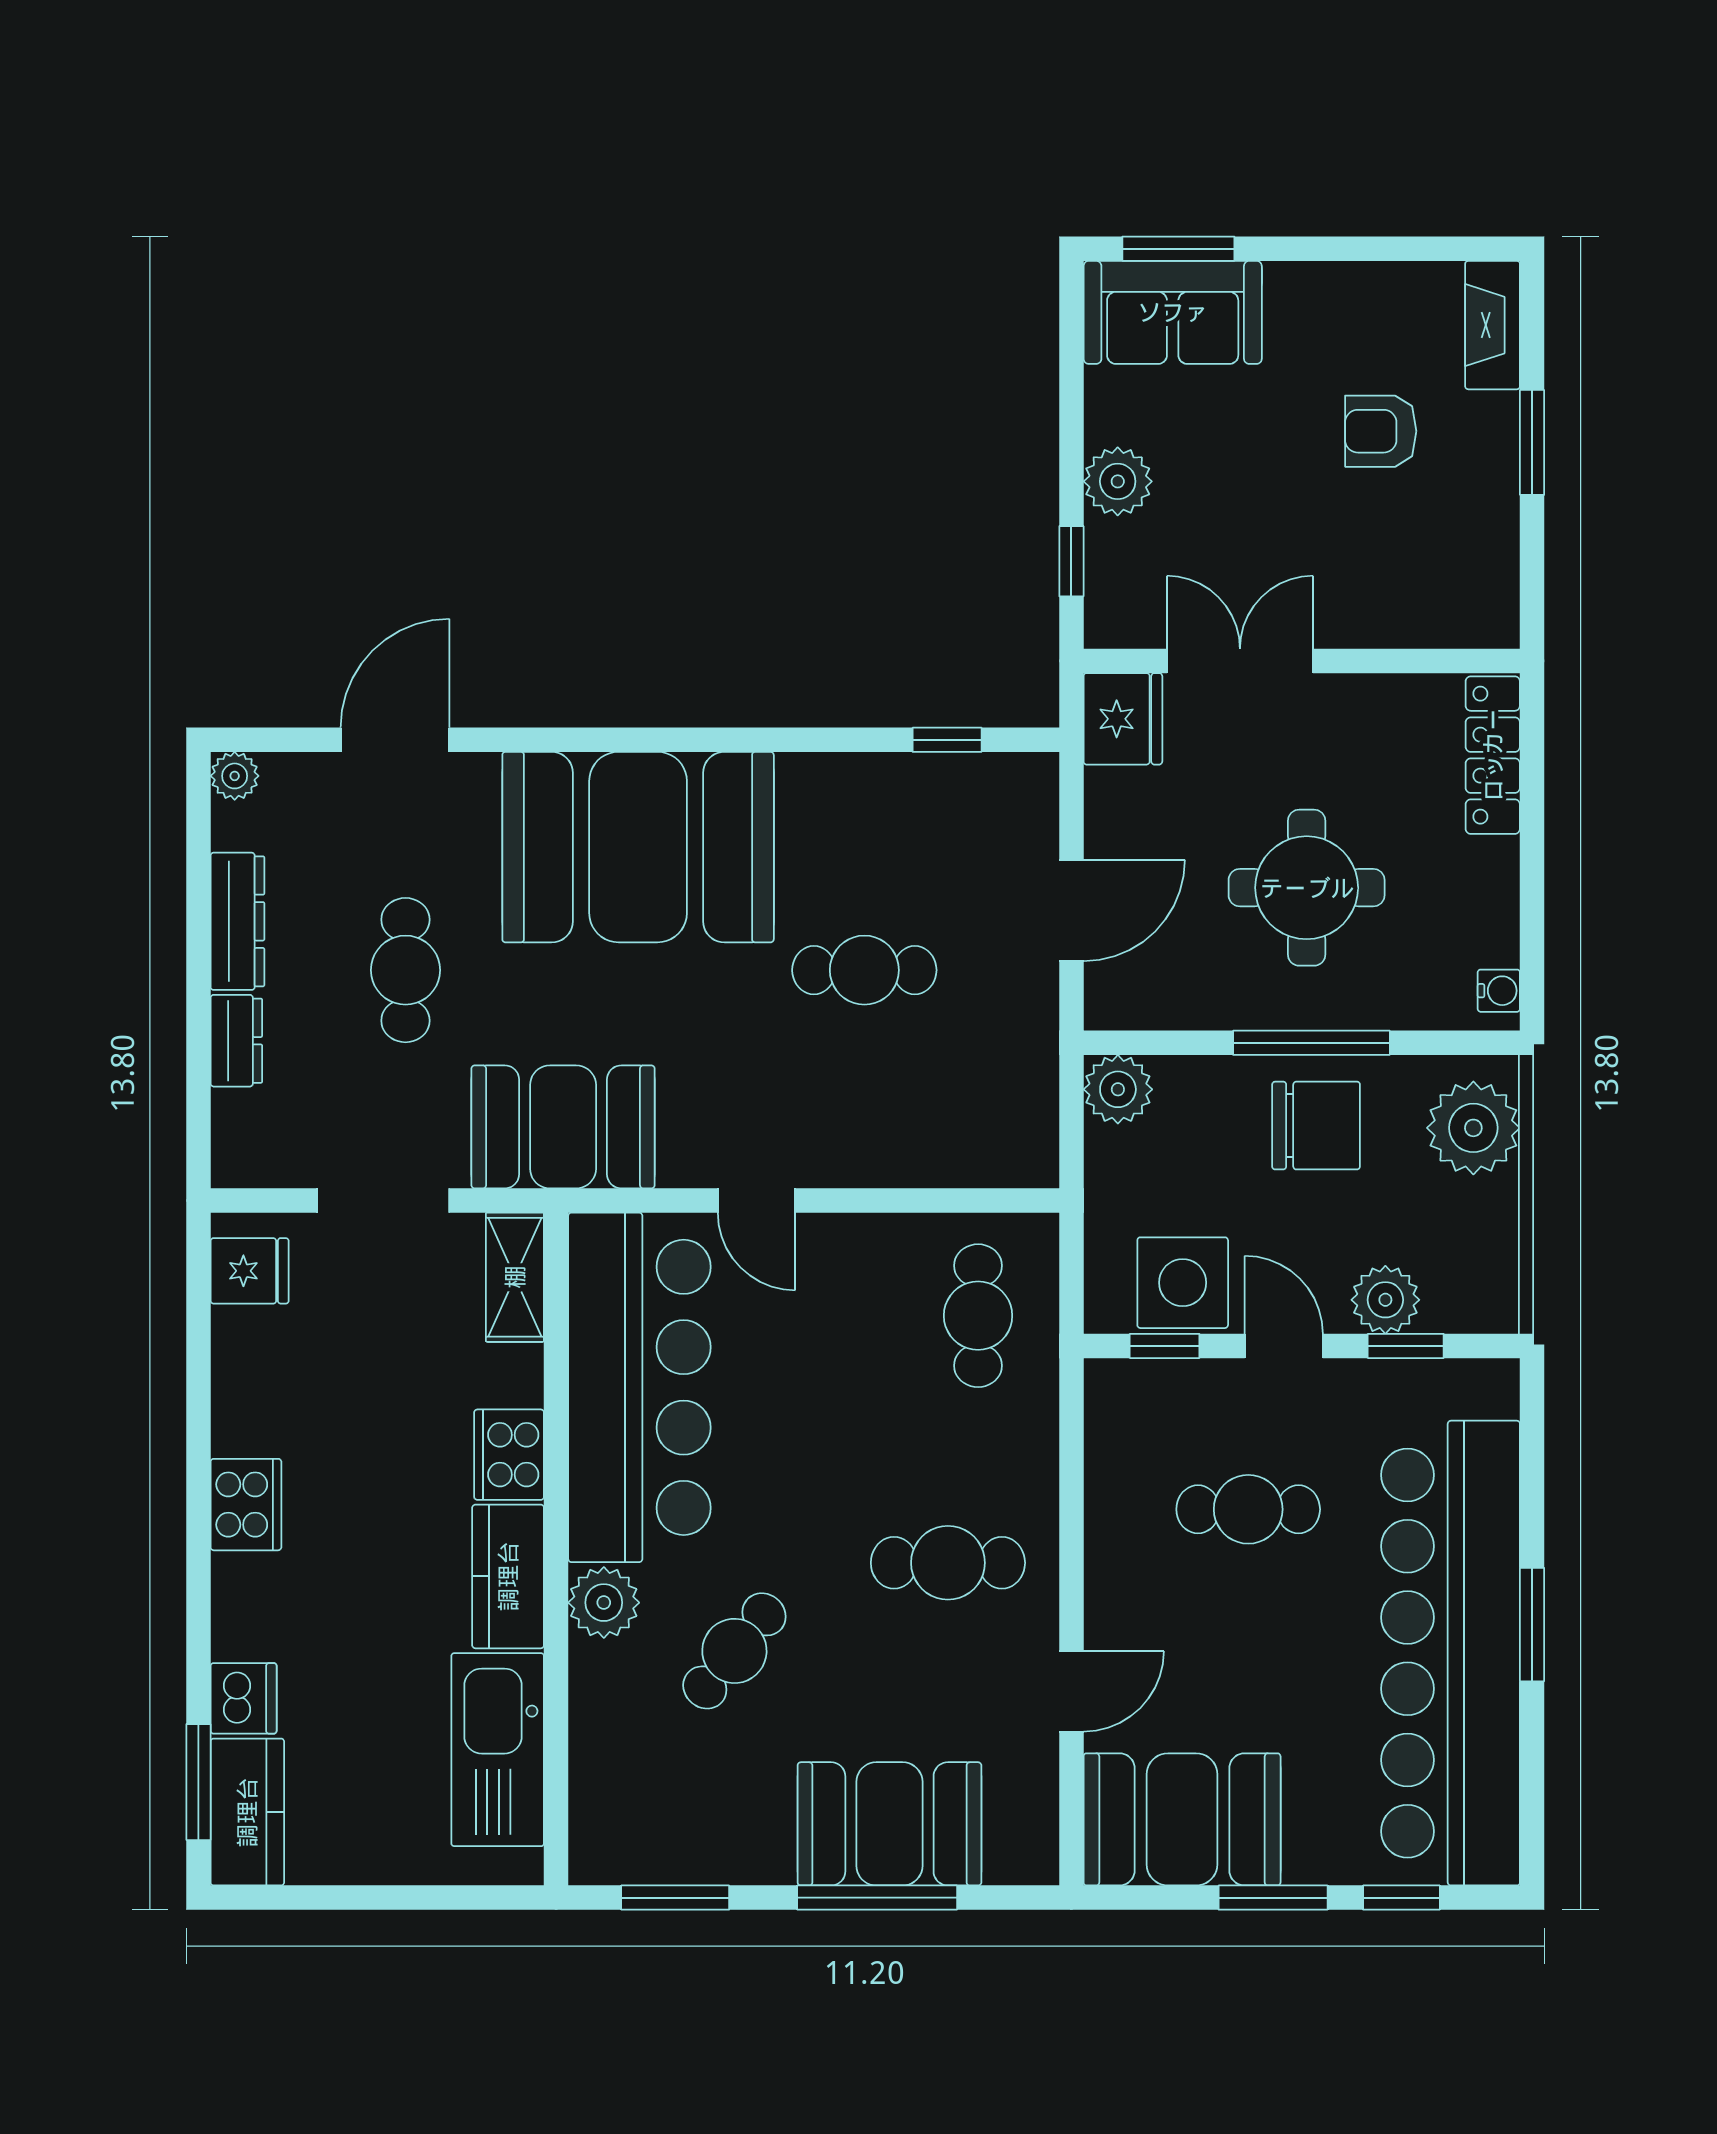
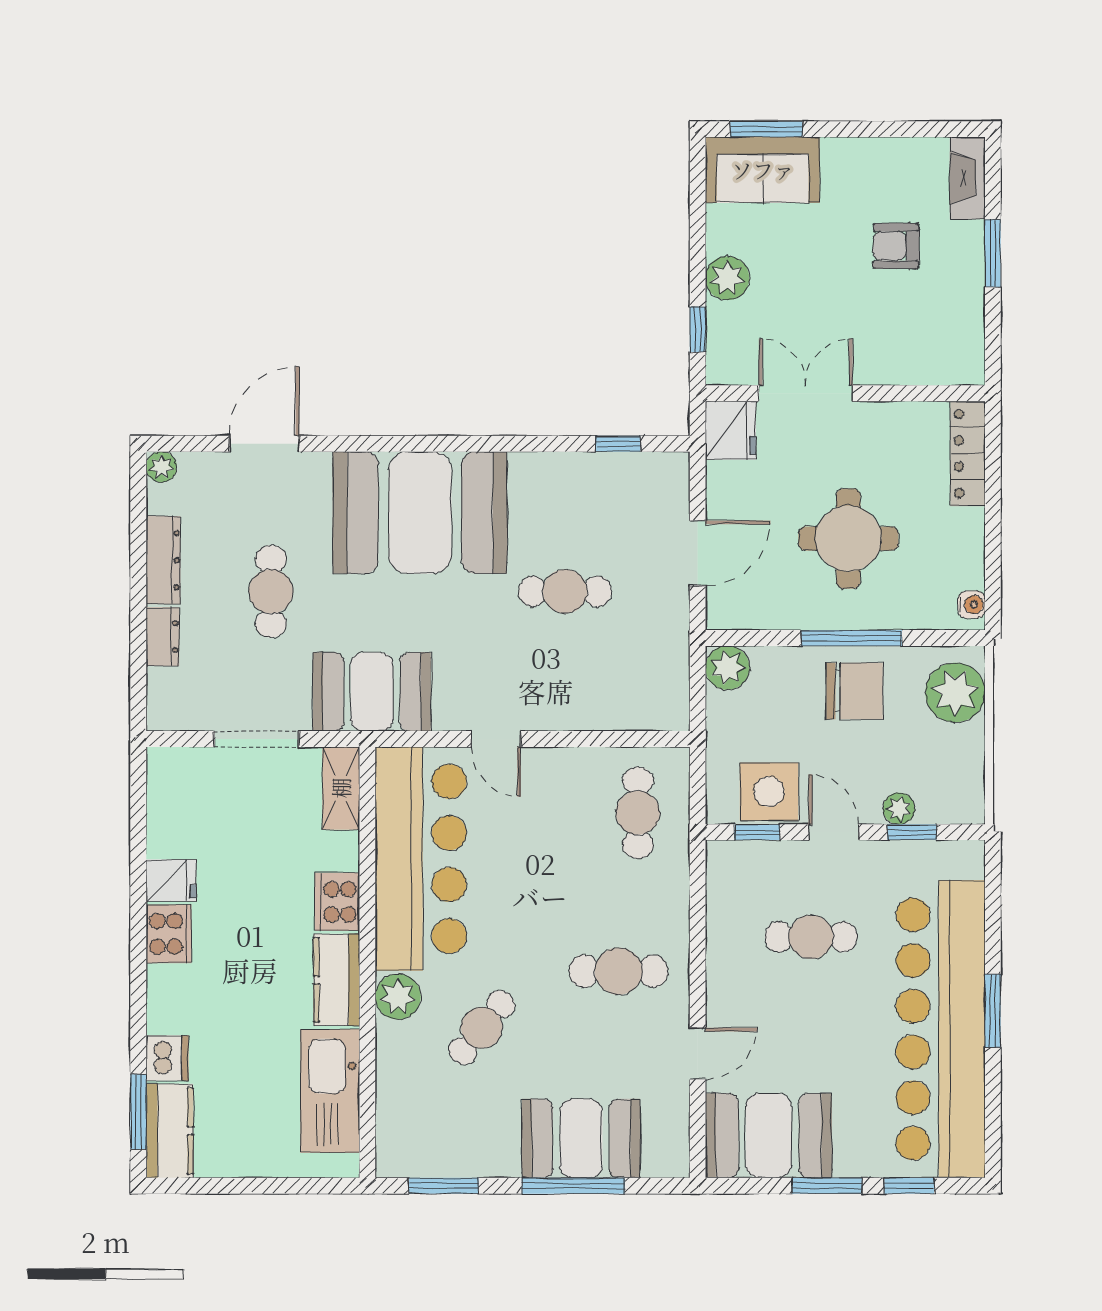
fridge: (250, 1271) -> (171, 880), moved
plant: (1385, 1300) -> (899, 809), width x0.73, depth x0.73

